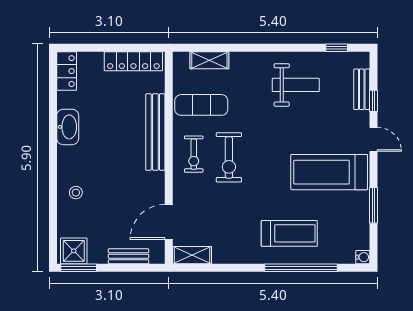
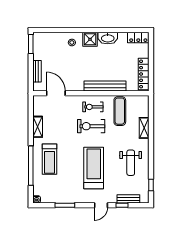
shelving: (209, 60) -> (144, 128), moved
treadmill: (329, 172) -> (94, 168), moved
shower: (74, 251) -> (90, 39), moved
shelving: (192, 255) -> (38, 127), moved

